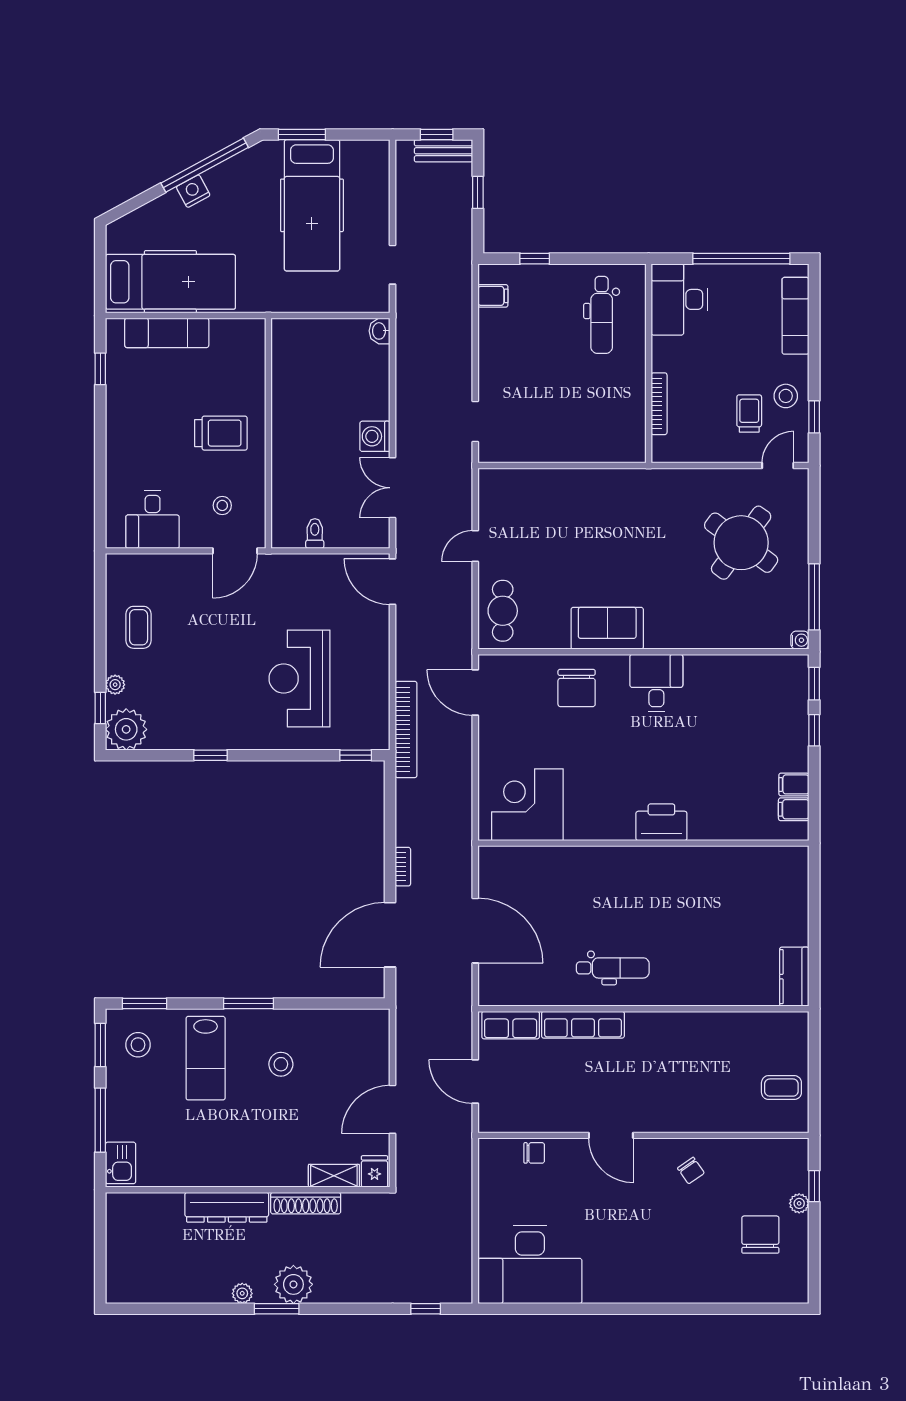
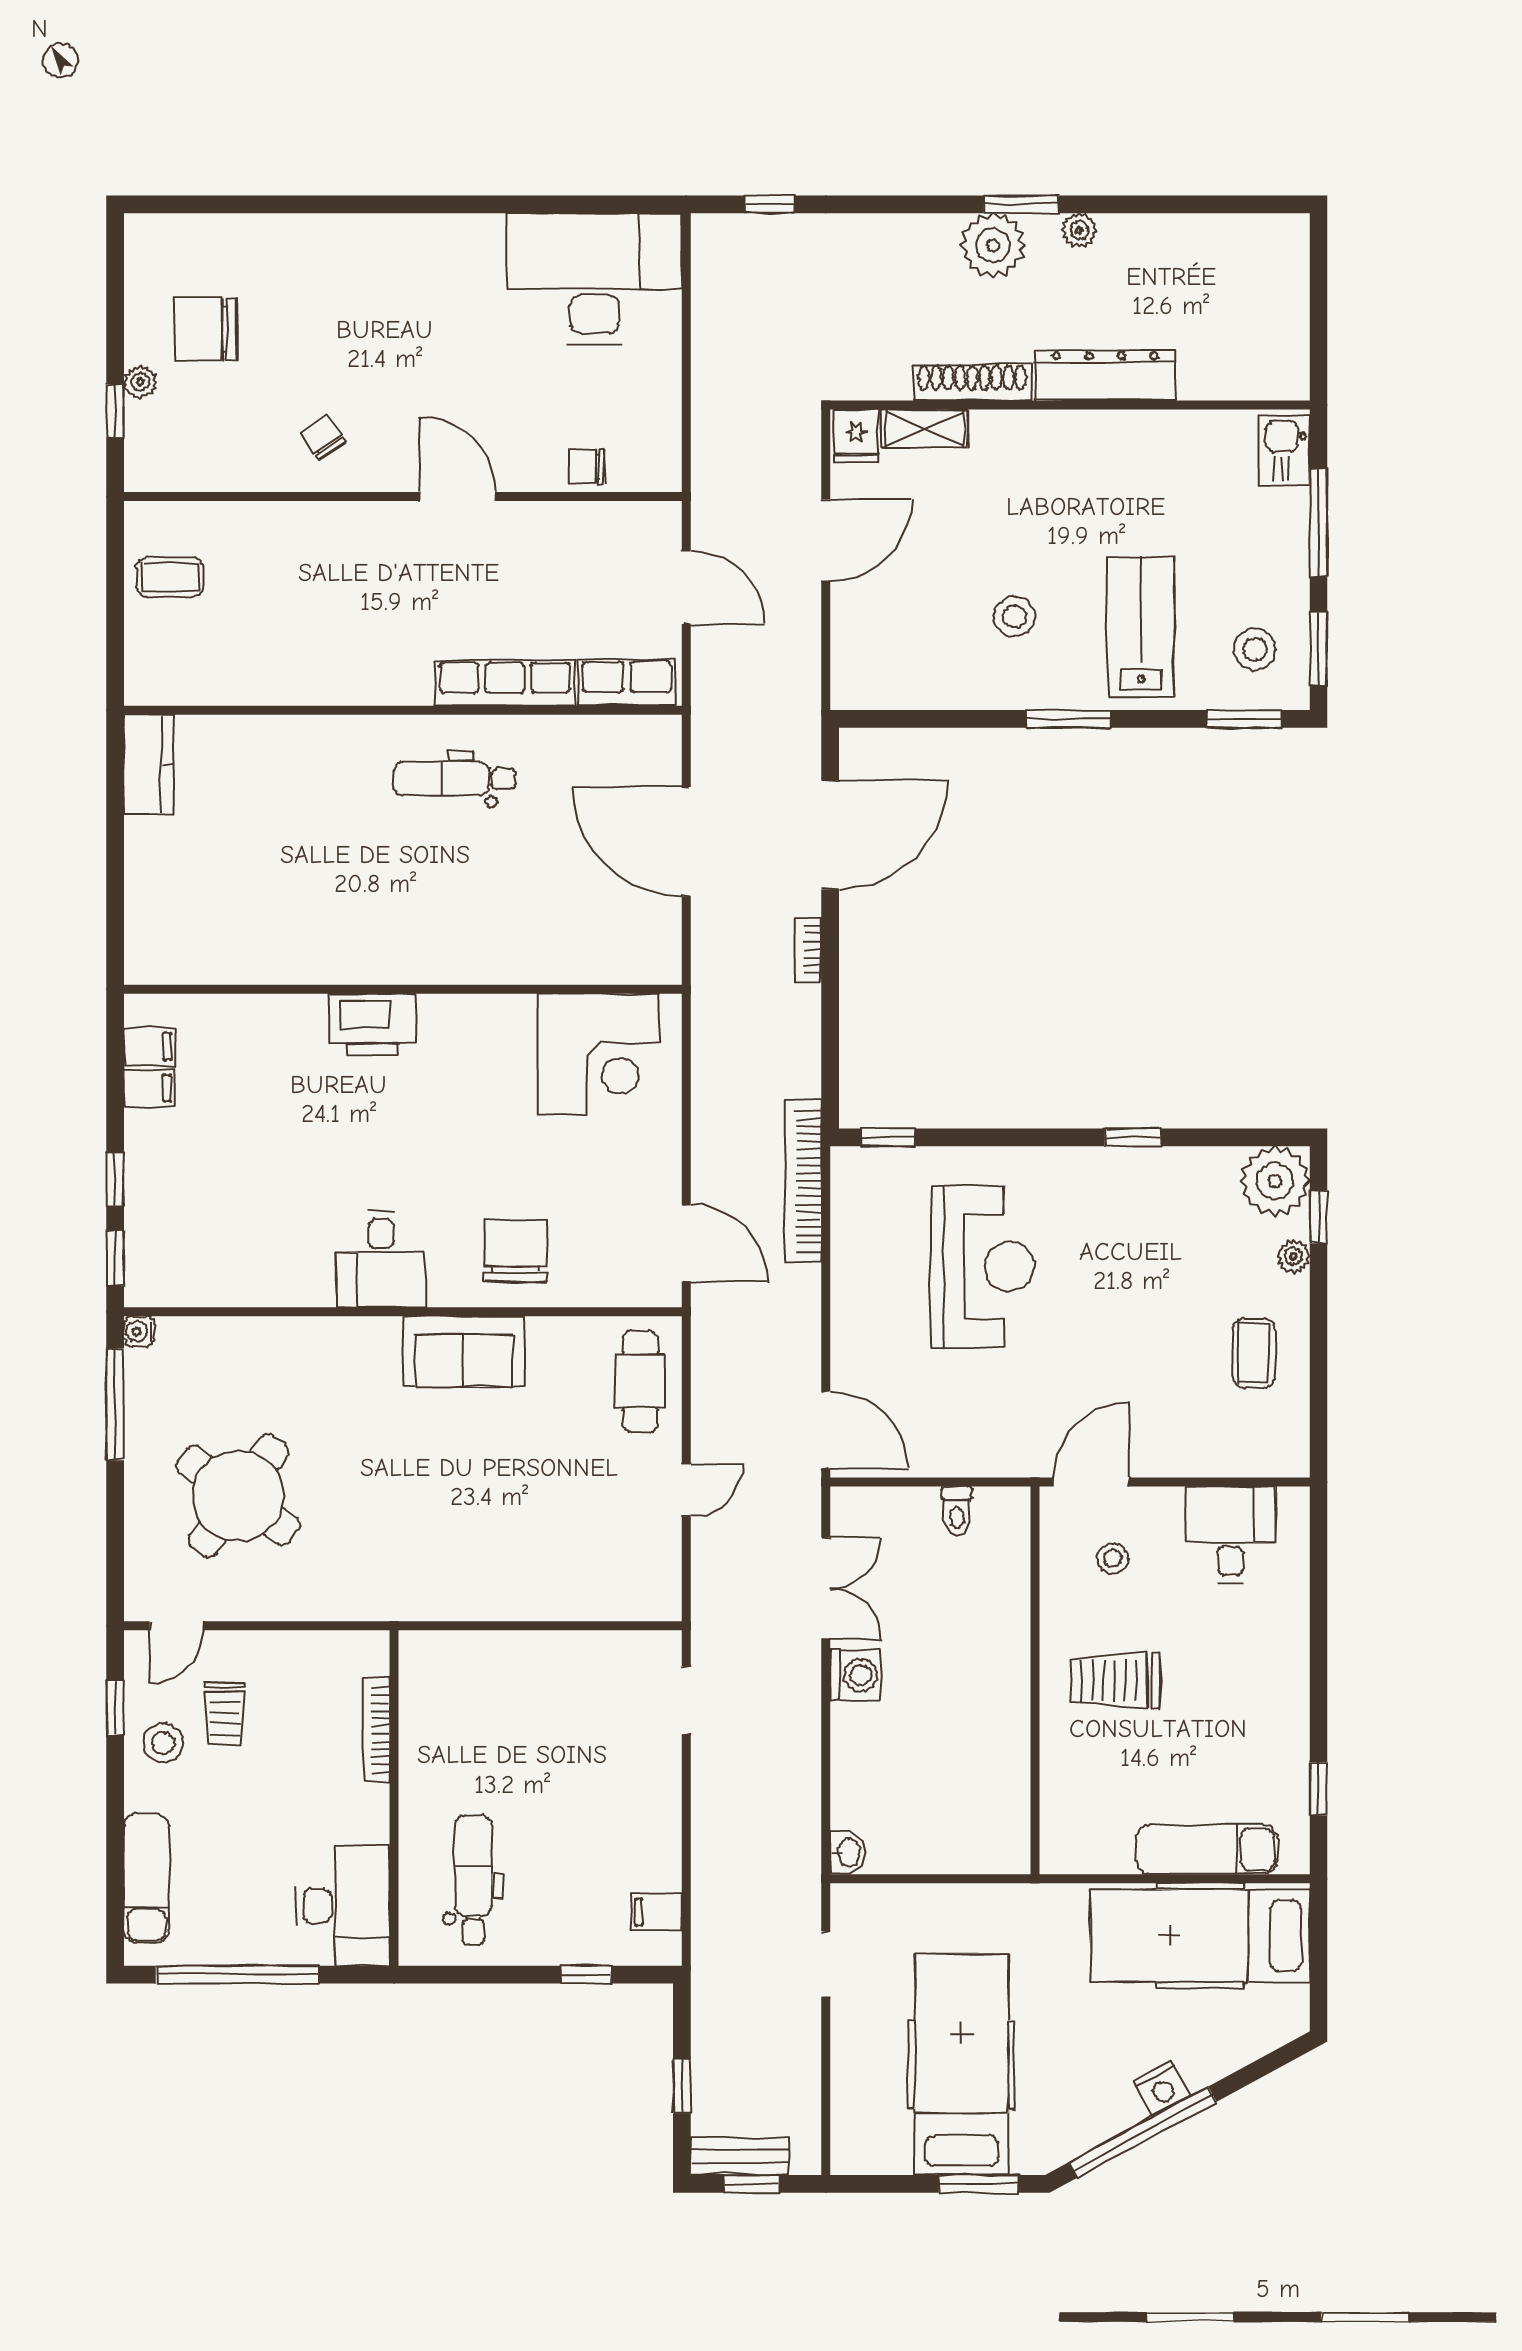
chair: (760, 1235) -> (206, 329), turned 90

